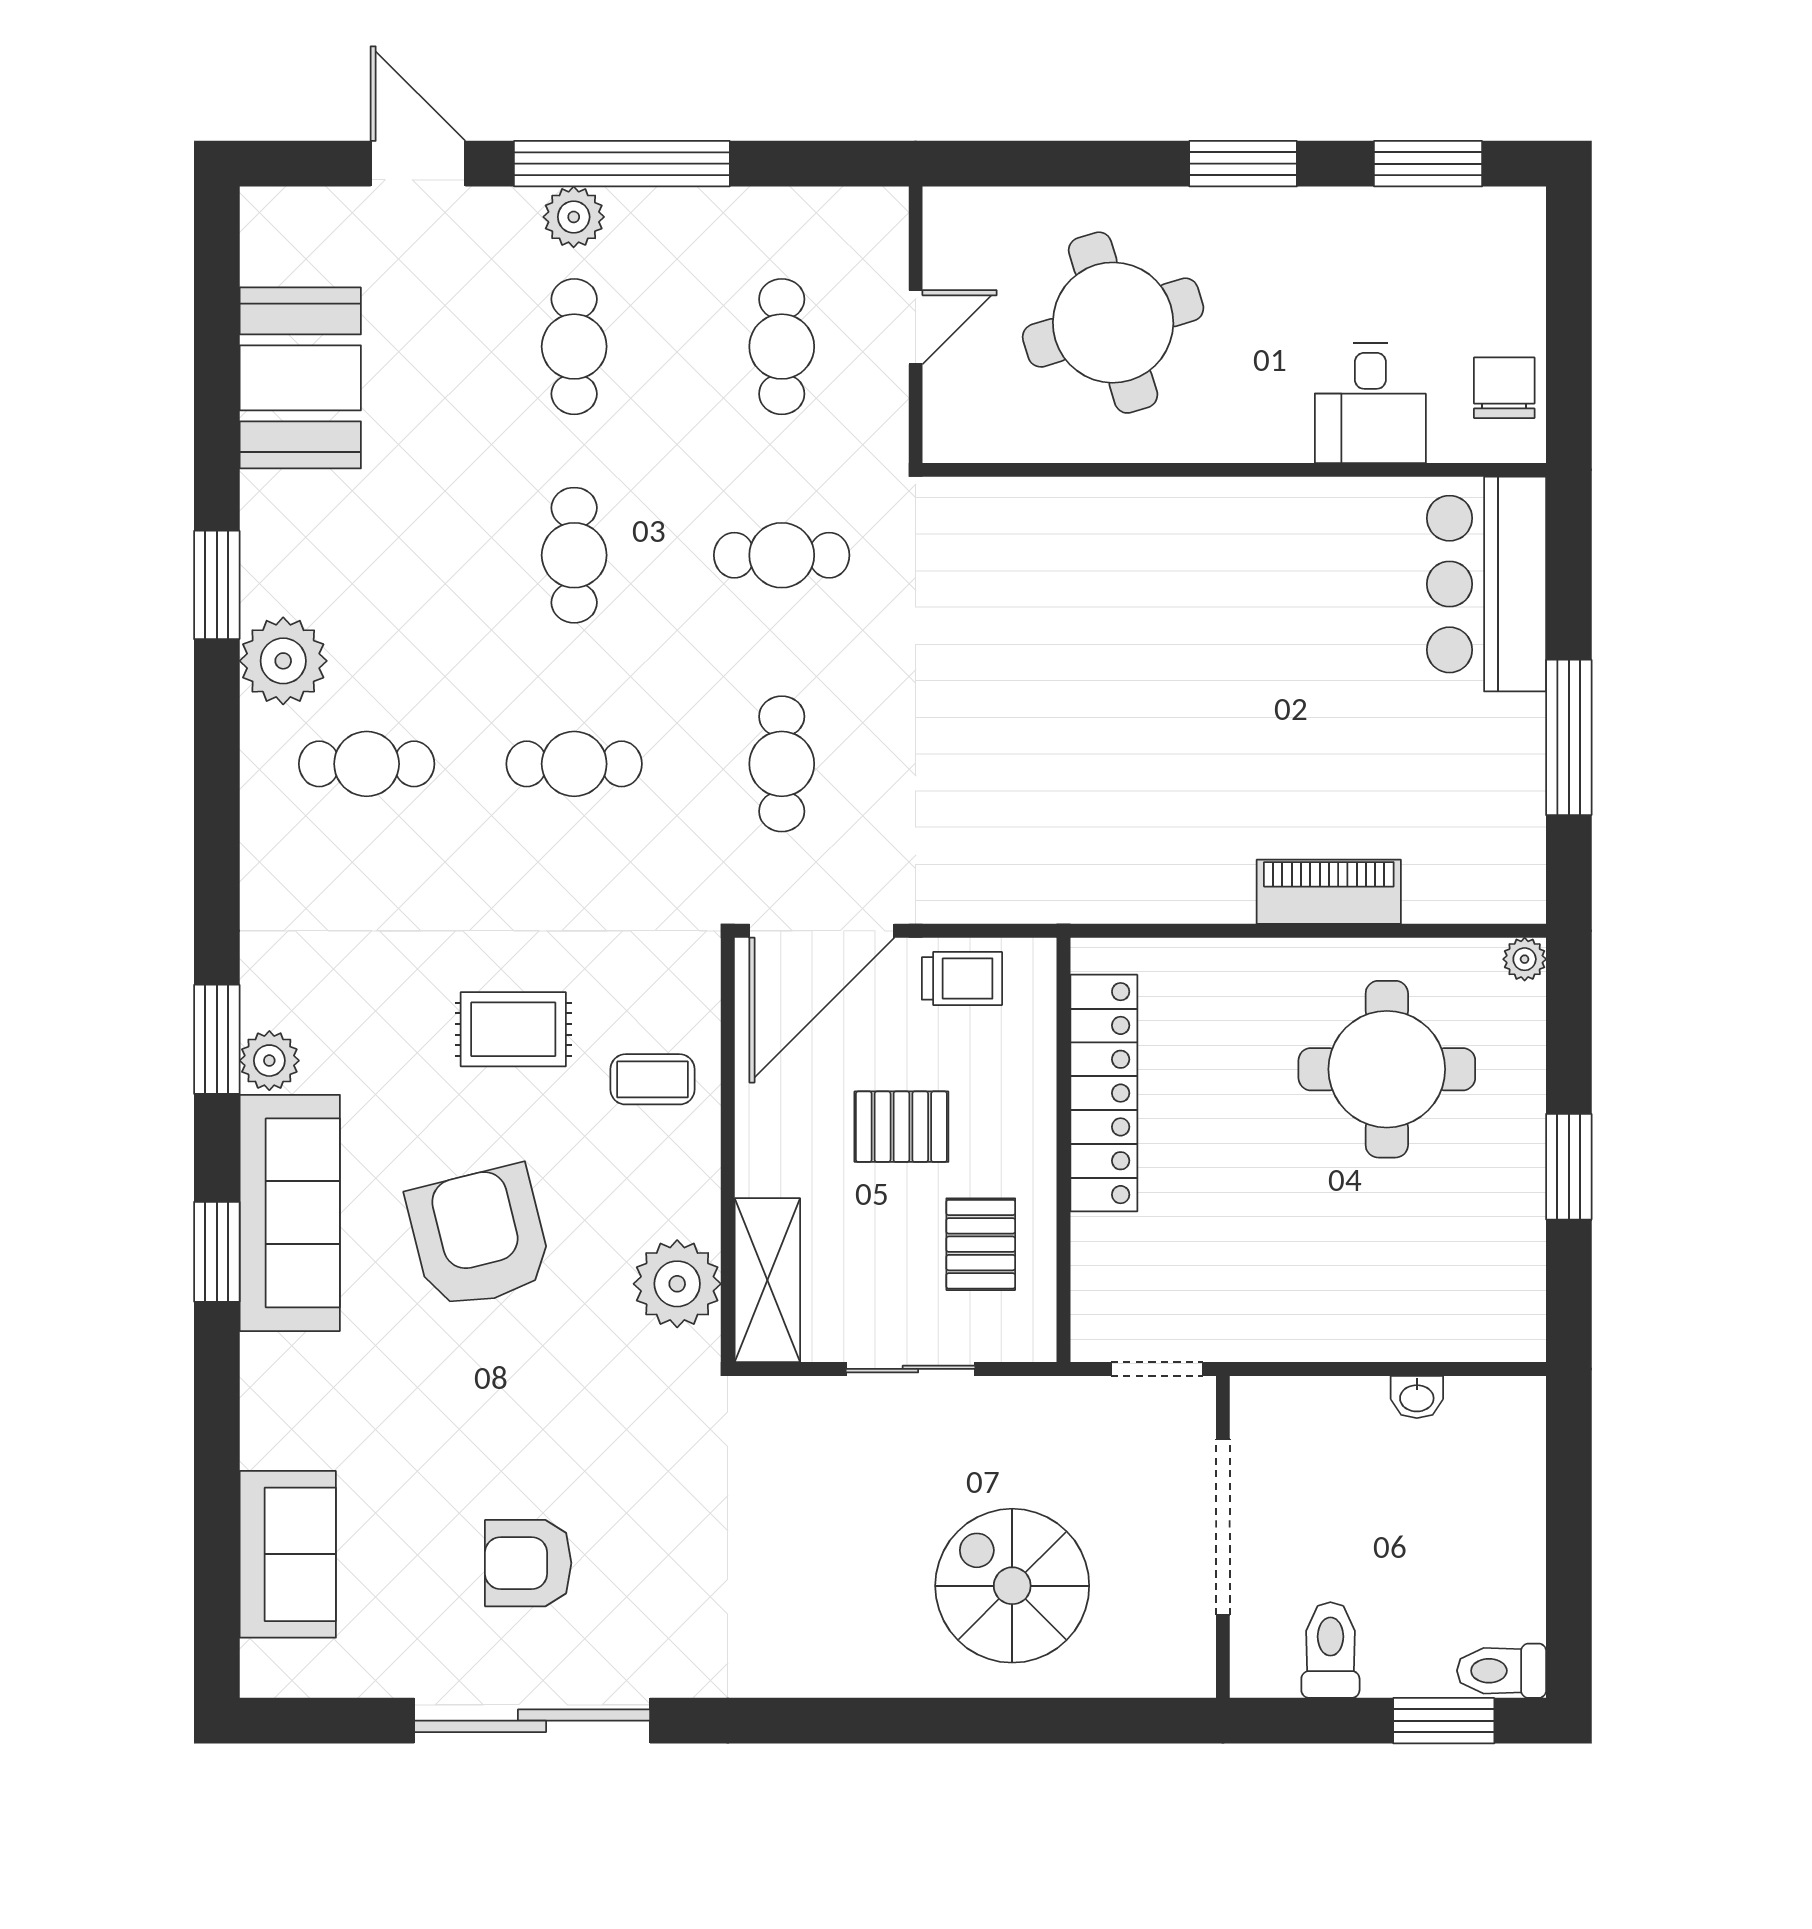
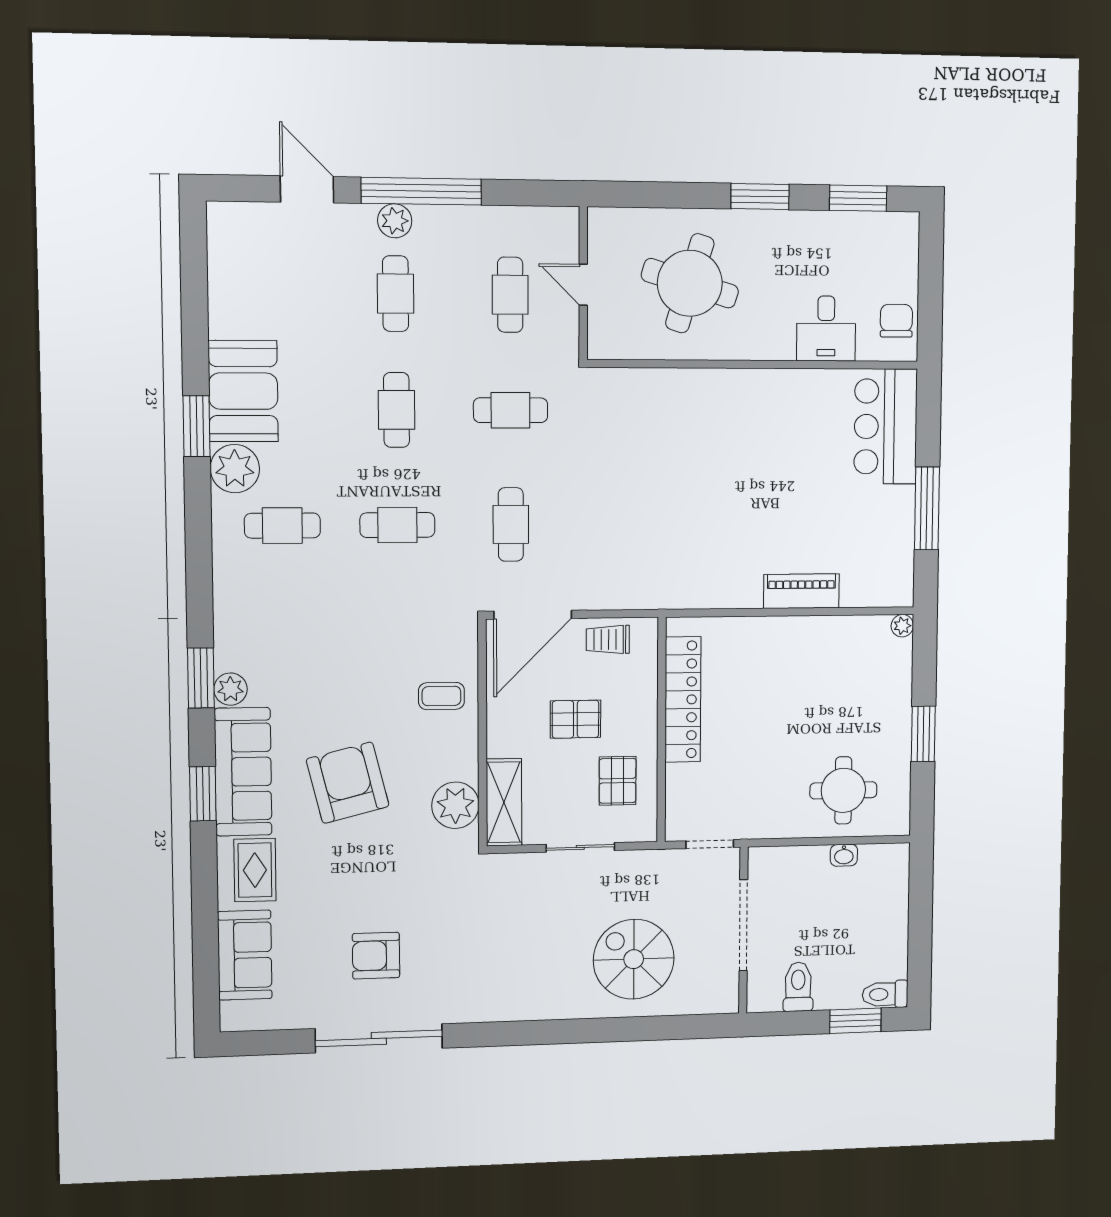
round table: (1113, 323) -> (690, 283), turned 34
door: (916, 327) -> (583, 285), swing flipped
booth: (300, 378) -> (243, 391), moved
trolley: (962, 978) -> (608, 640), turned 180
rug: (513, 1029) -> (255, 870), moved, turned 90
round table: (1387, 1069) -> (843, 790), moved, width x0.73, depth x0.73

